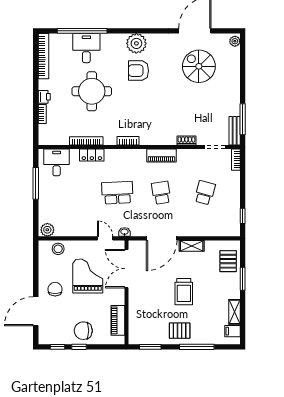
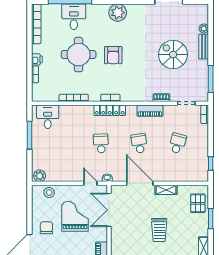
plant: (235, 41) -> (204, 29), moved
spiral stairs: (199, 66) -> (173, 55), moved
armchair: (139, 71) -> (113, 55), moved, turned -90
bench: (235, 131) -> (204, 47), moved
locker: (92, 155) -> (110, 110), moved, width x1.53
piano: (161, 155) -> (150, 111), moved
school desk: (117, 193) -> (101, 143), width x0.54
door: (162, 238) -> (140, 183), swing flipped

